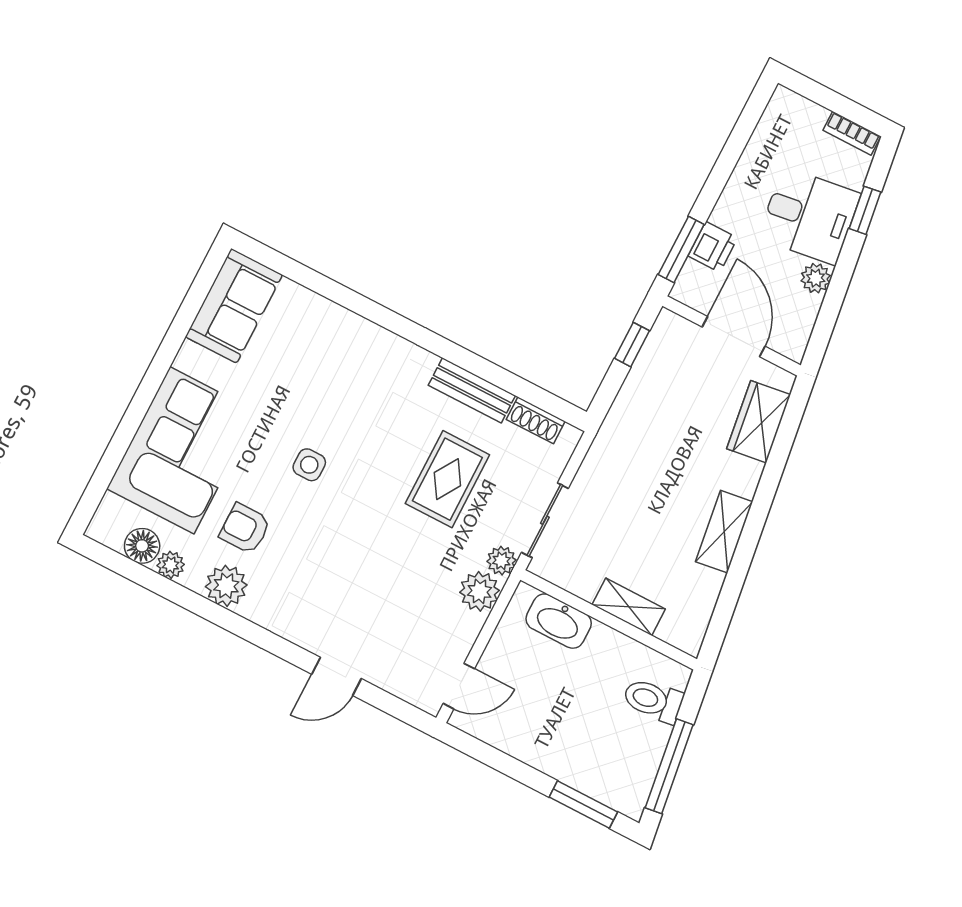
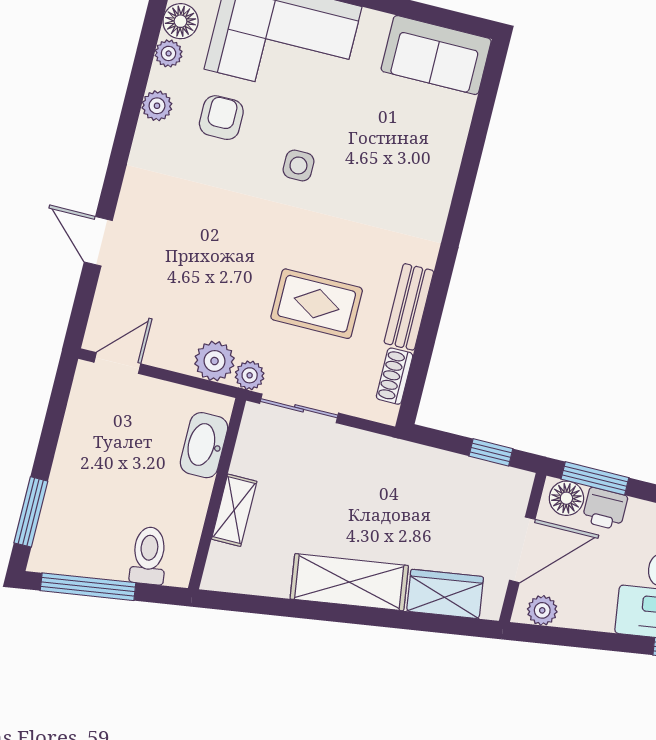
plant: (816, 278) -> (542, 610), moved
floor lamp: (694, 282) -> (566, 498), added
shelving: (724, 532) -> (349, 582), width x1.50, depth x1.33
plant: (226, 586) -> (157, 106), width x0.73, depth x0.73
door: (459, 686) -> (117, 363), swing flipped

